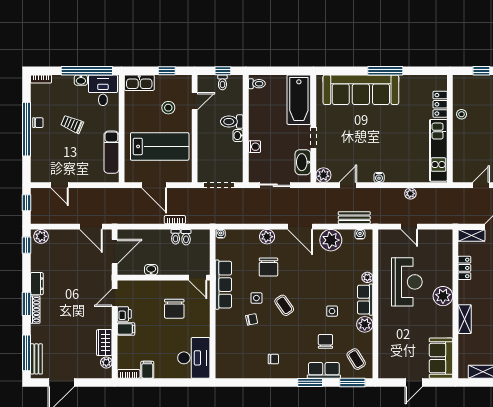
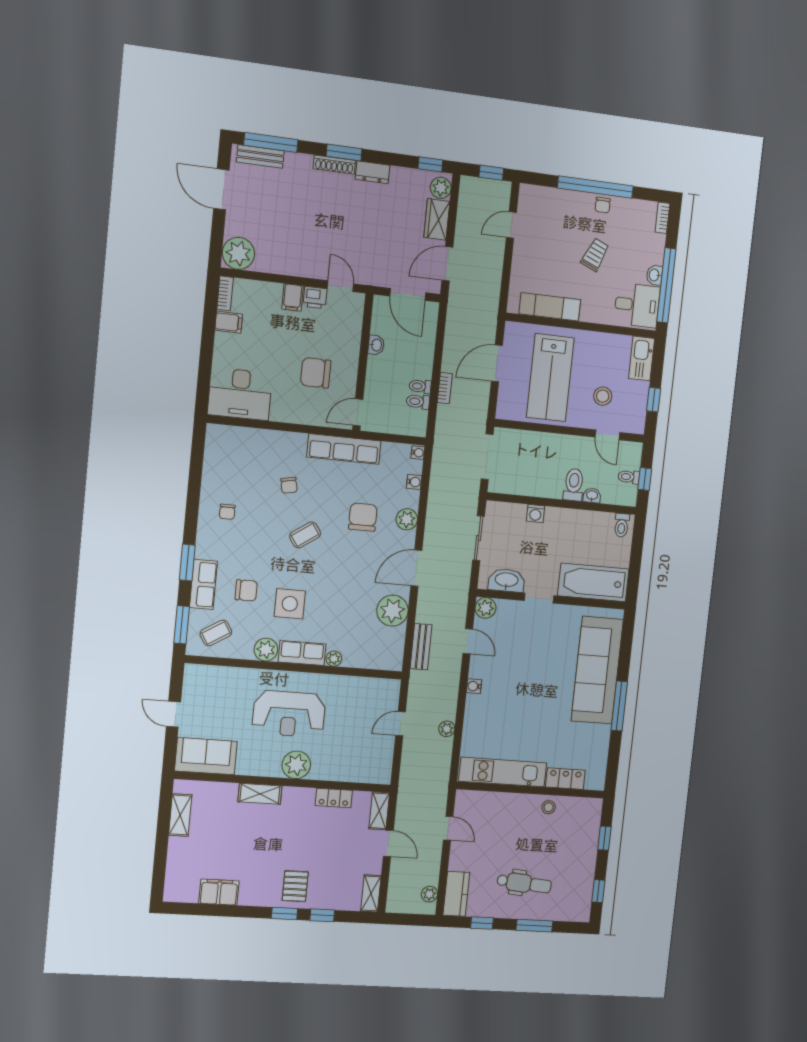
washbasin: (238, 136) -> (592, 495), moved
water cooler: (360, 234) -> (414, 482), moved
chair: (268, 267) -> (363, 517), turned 90
reception desk: (407, 282) -> (289, 714), moved
side table: (256, 298) -> (320, 495), removed
side table: (332, 311) -> (290, 604), width x1.87, depth x1.87
wardrobe: (104, 343) -> (437, 219), moved, turned -90
plant: (106, 362) -> (238, 253), width x1.88, depth x1.88

